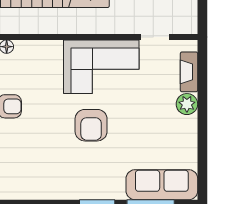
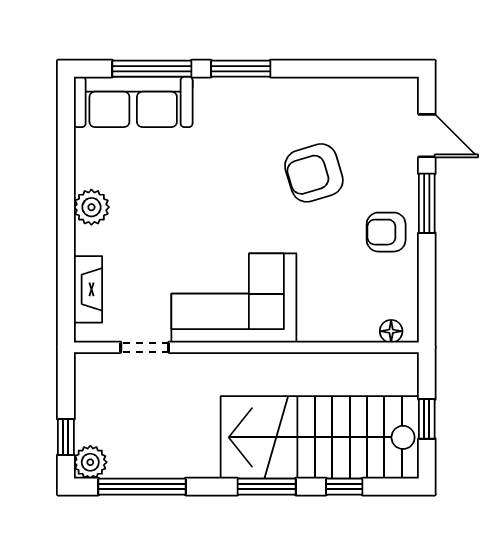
plant: (187, 104) -> (91, 207), moved
armchair: (91, 125) -> (314, 173), moved, turned -107

